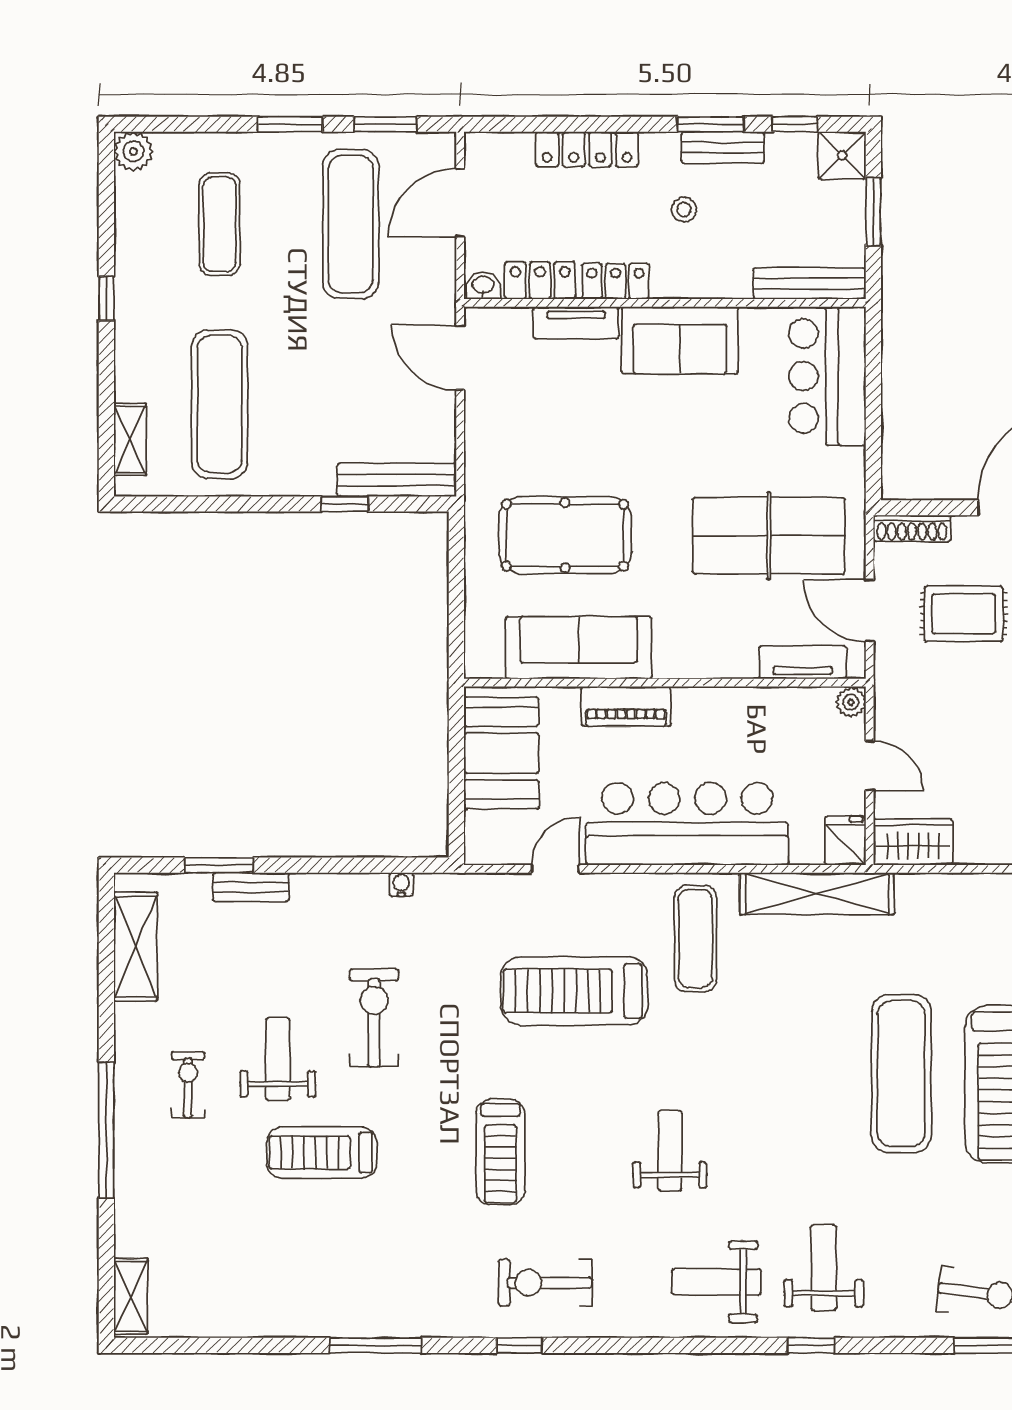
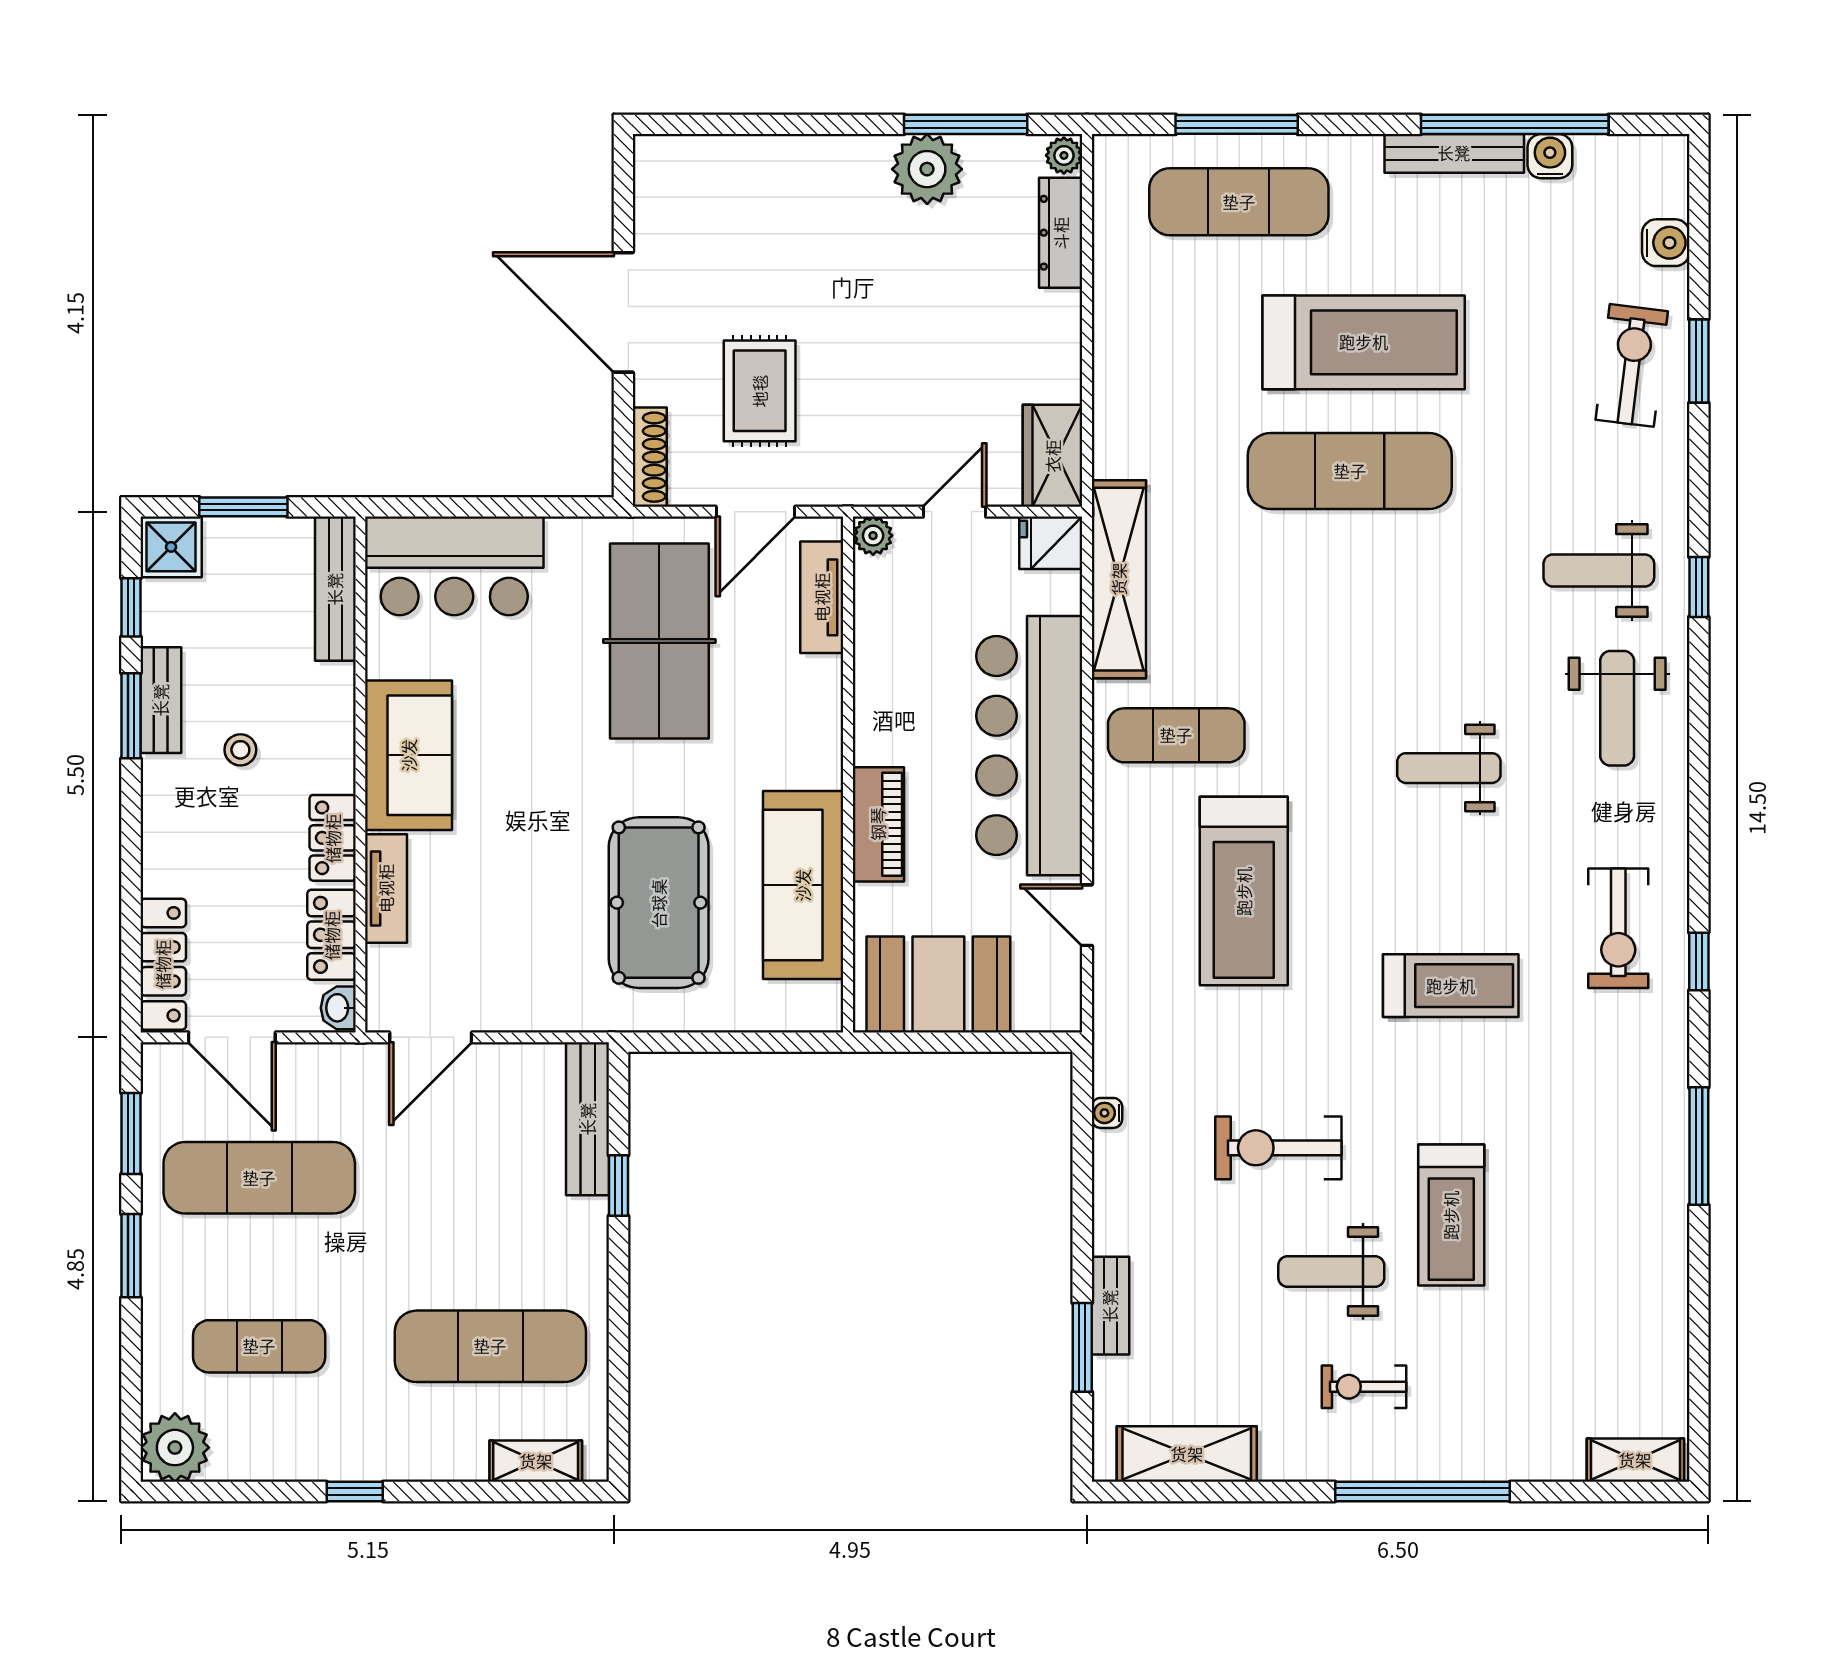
locker: (587, 149) -> (163, 964), moved
plant: (133, 151) -> (175, 1448), width x1.36, depth x1.36

